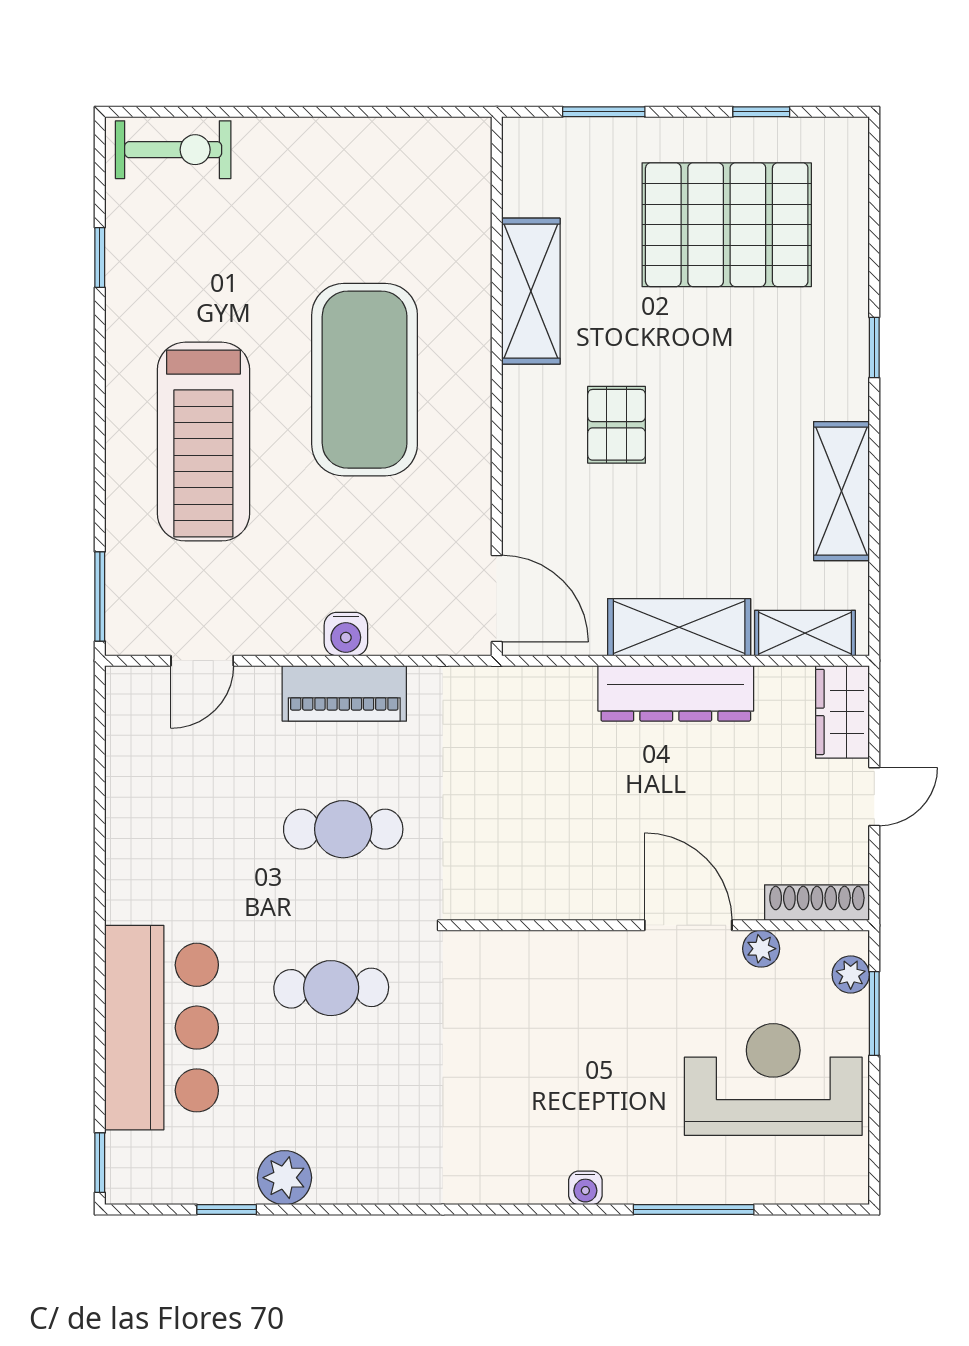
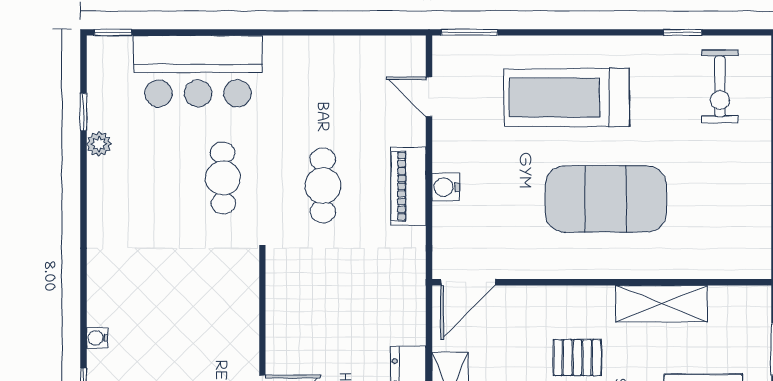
exercise bike: (173, 150) -> (720, 86), moved
plant: (284, 1178) -> (99, 144), width x0.73, depth x0.73

